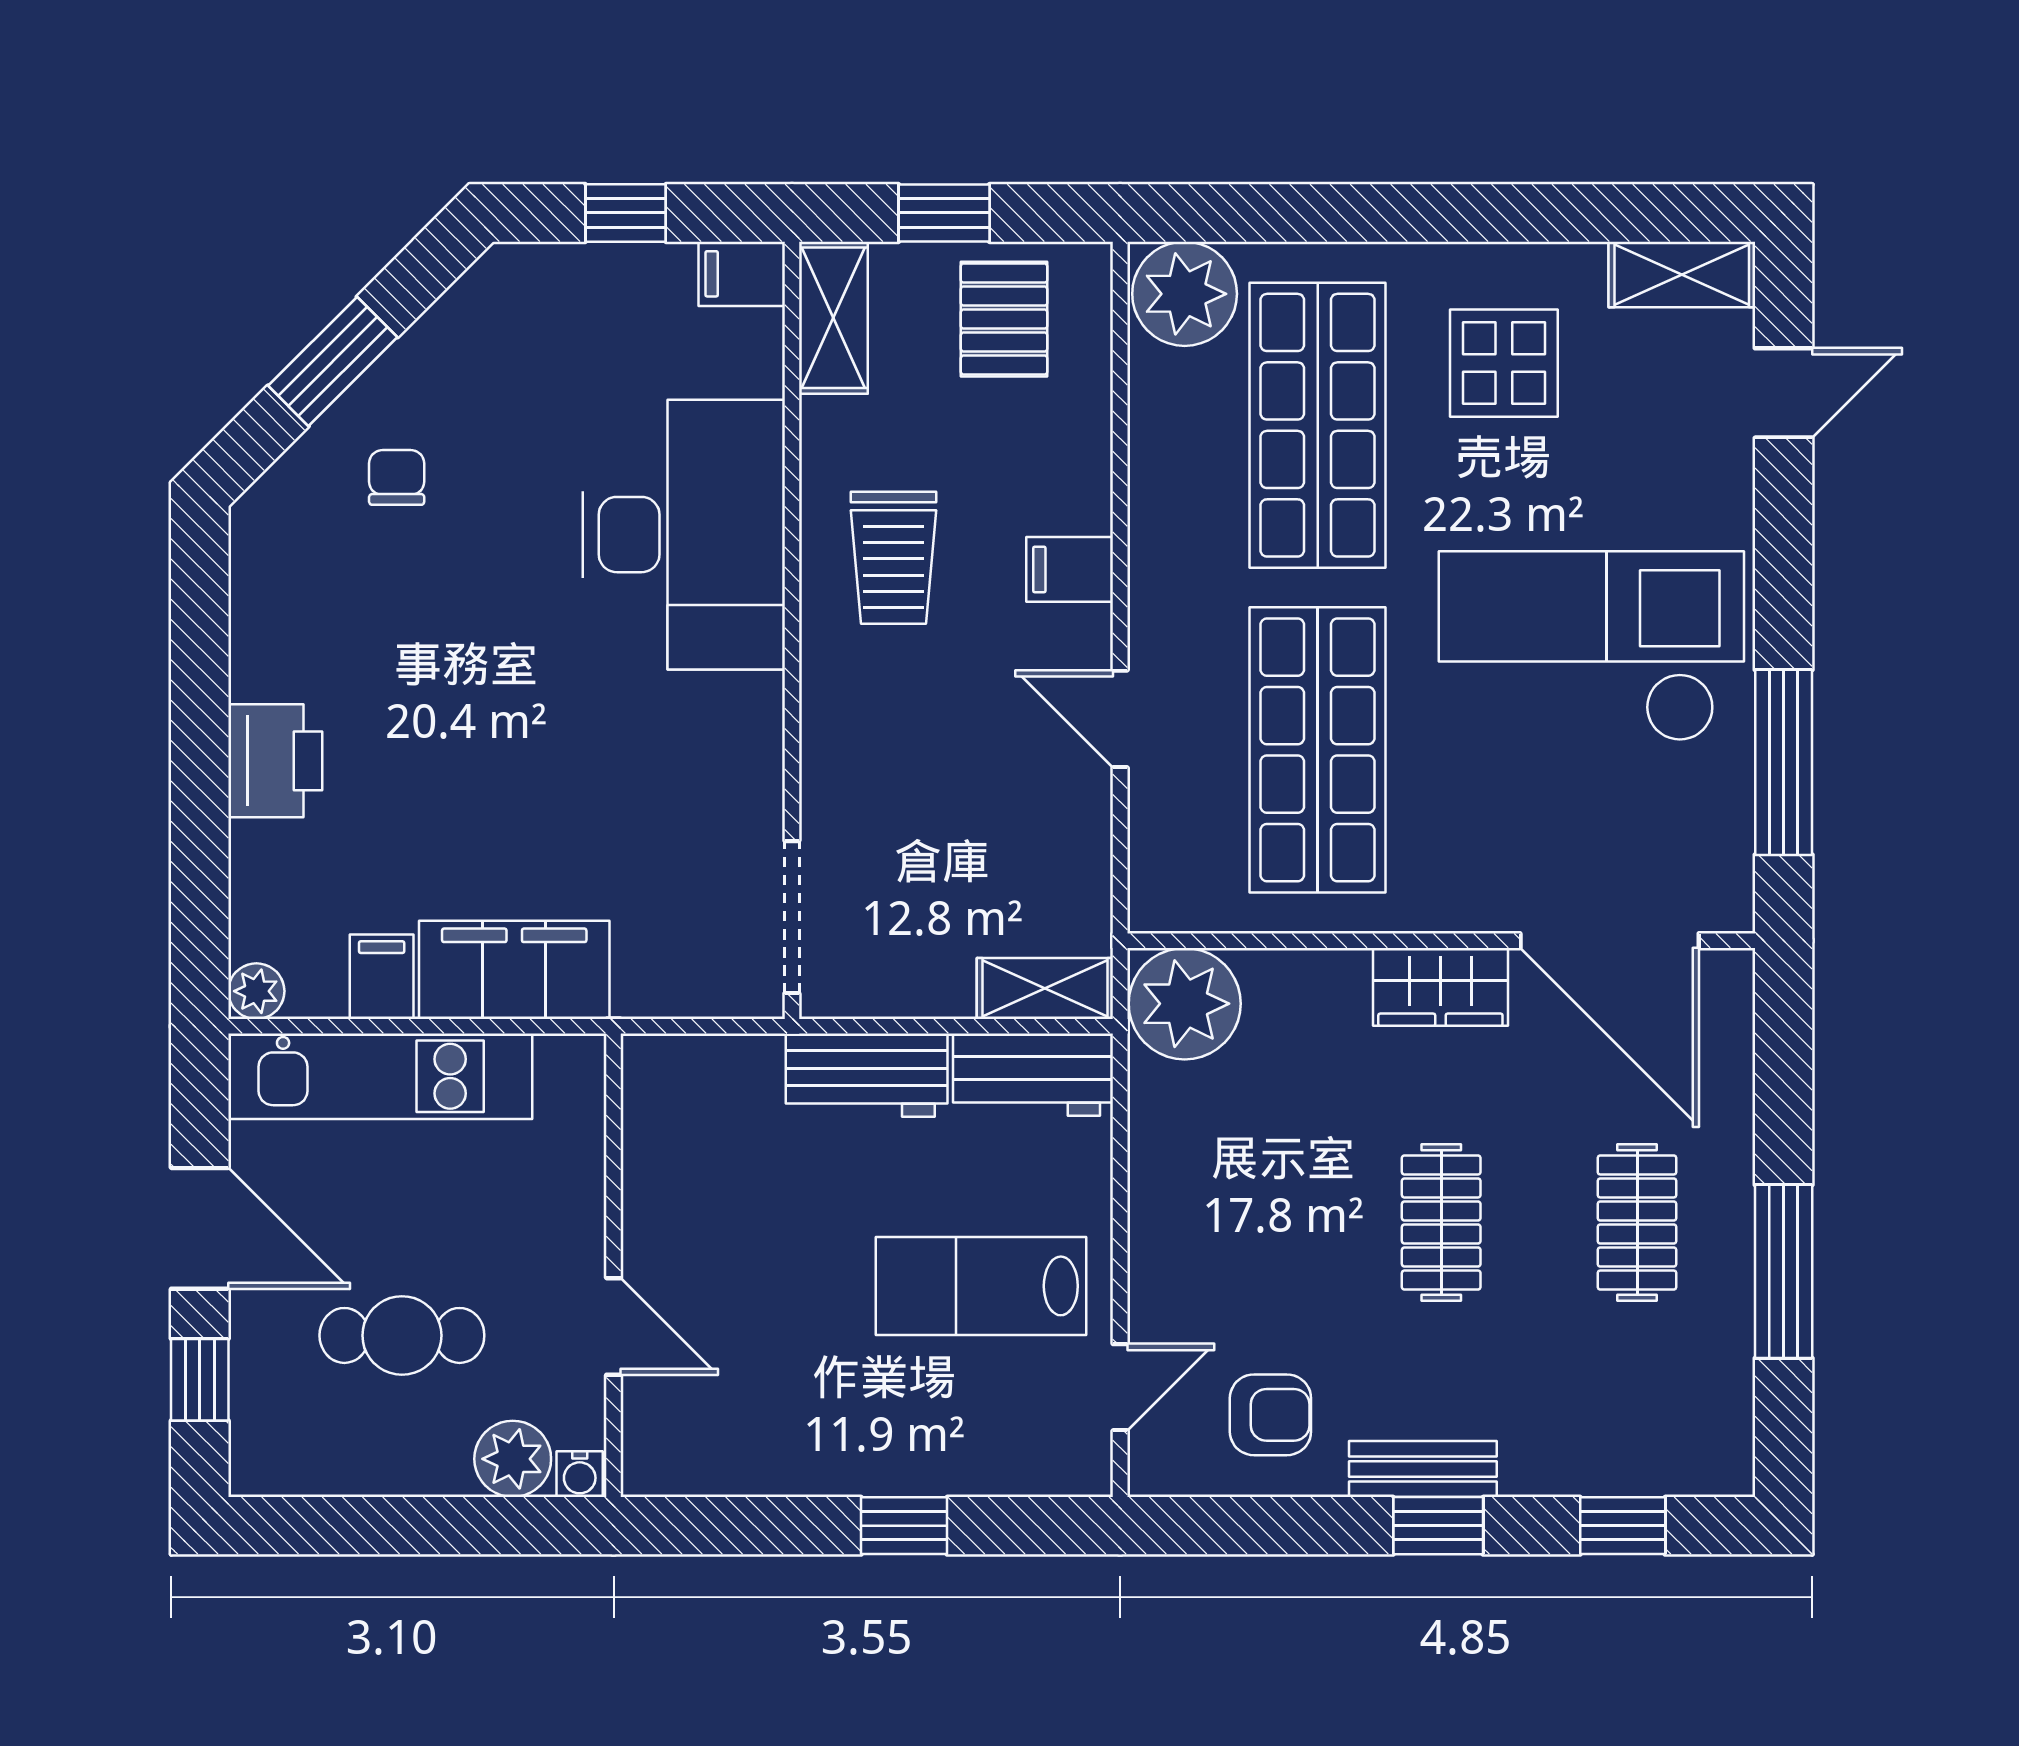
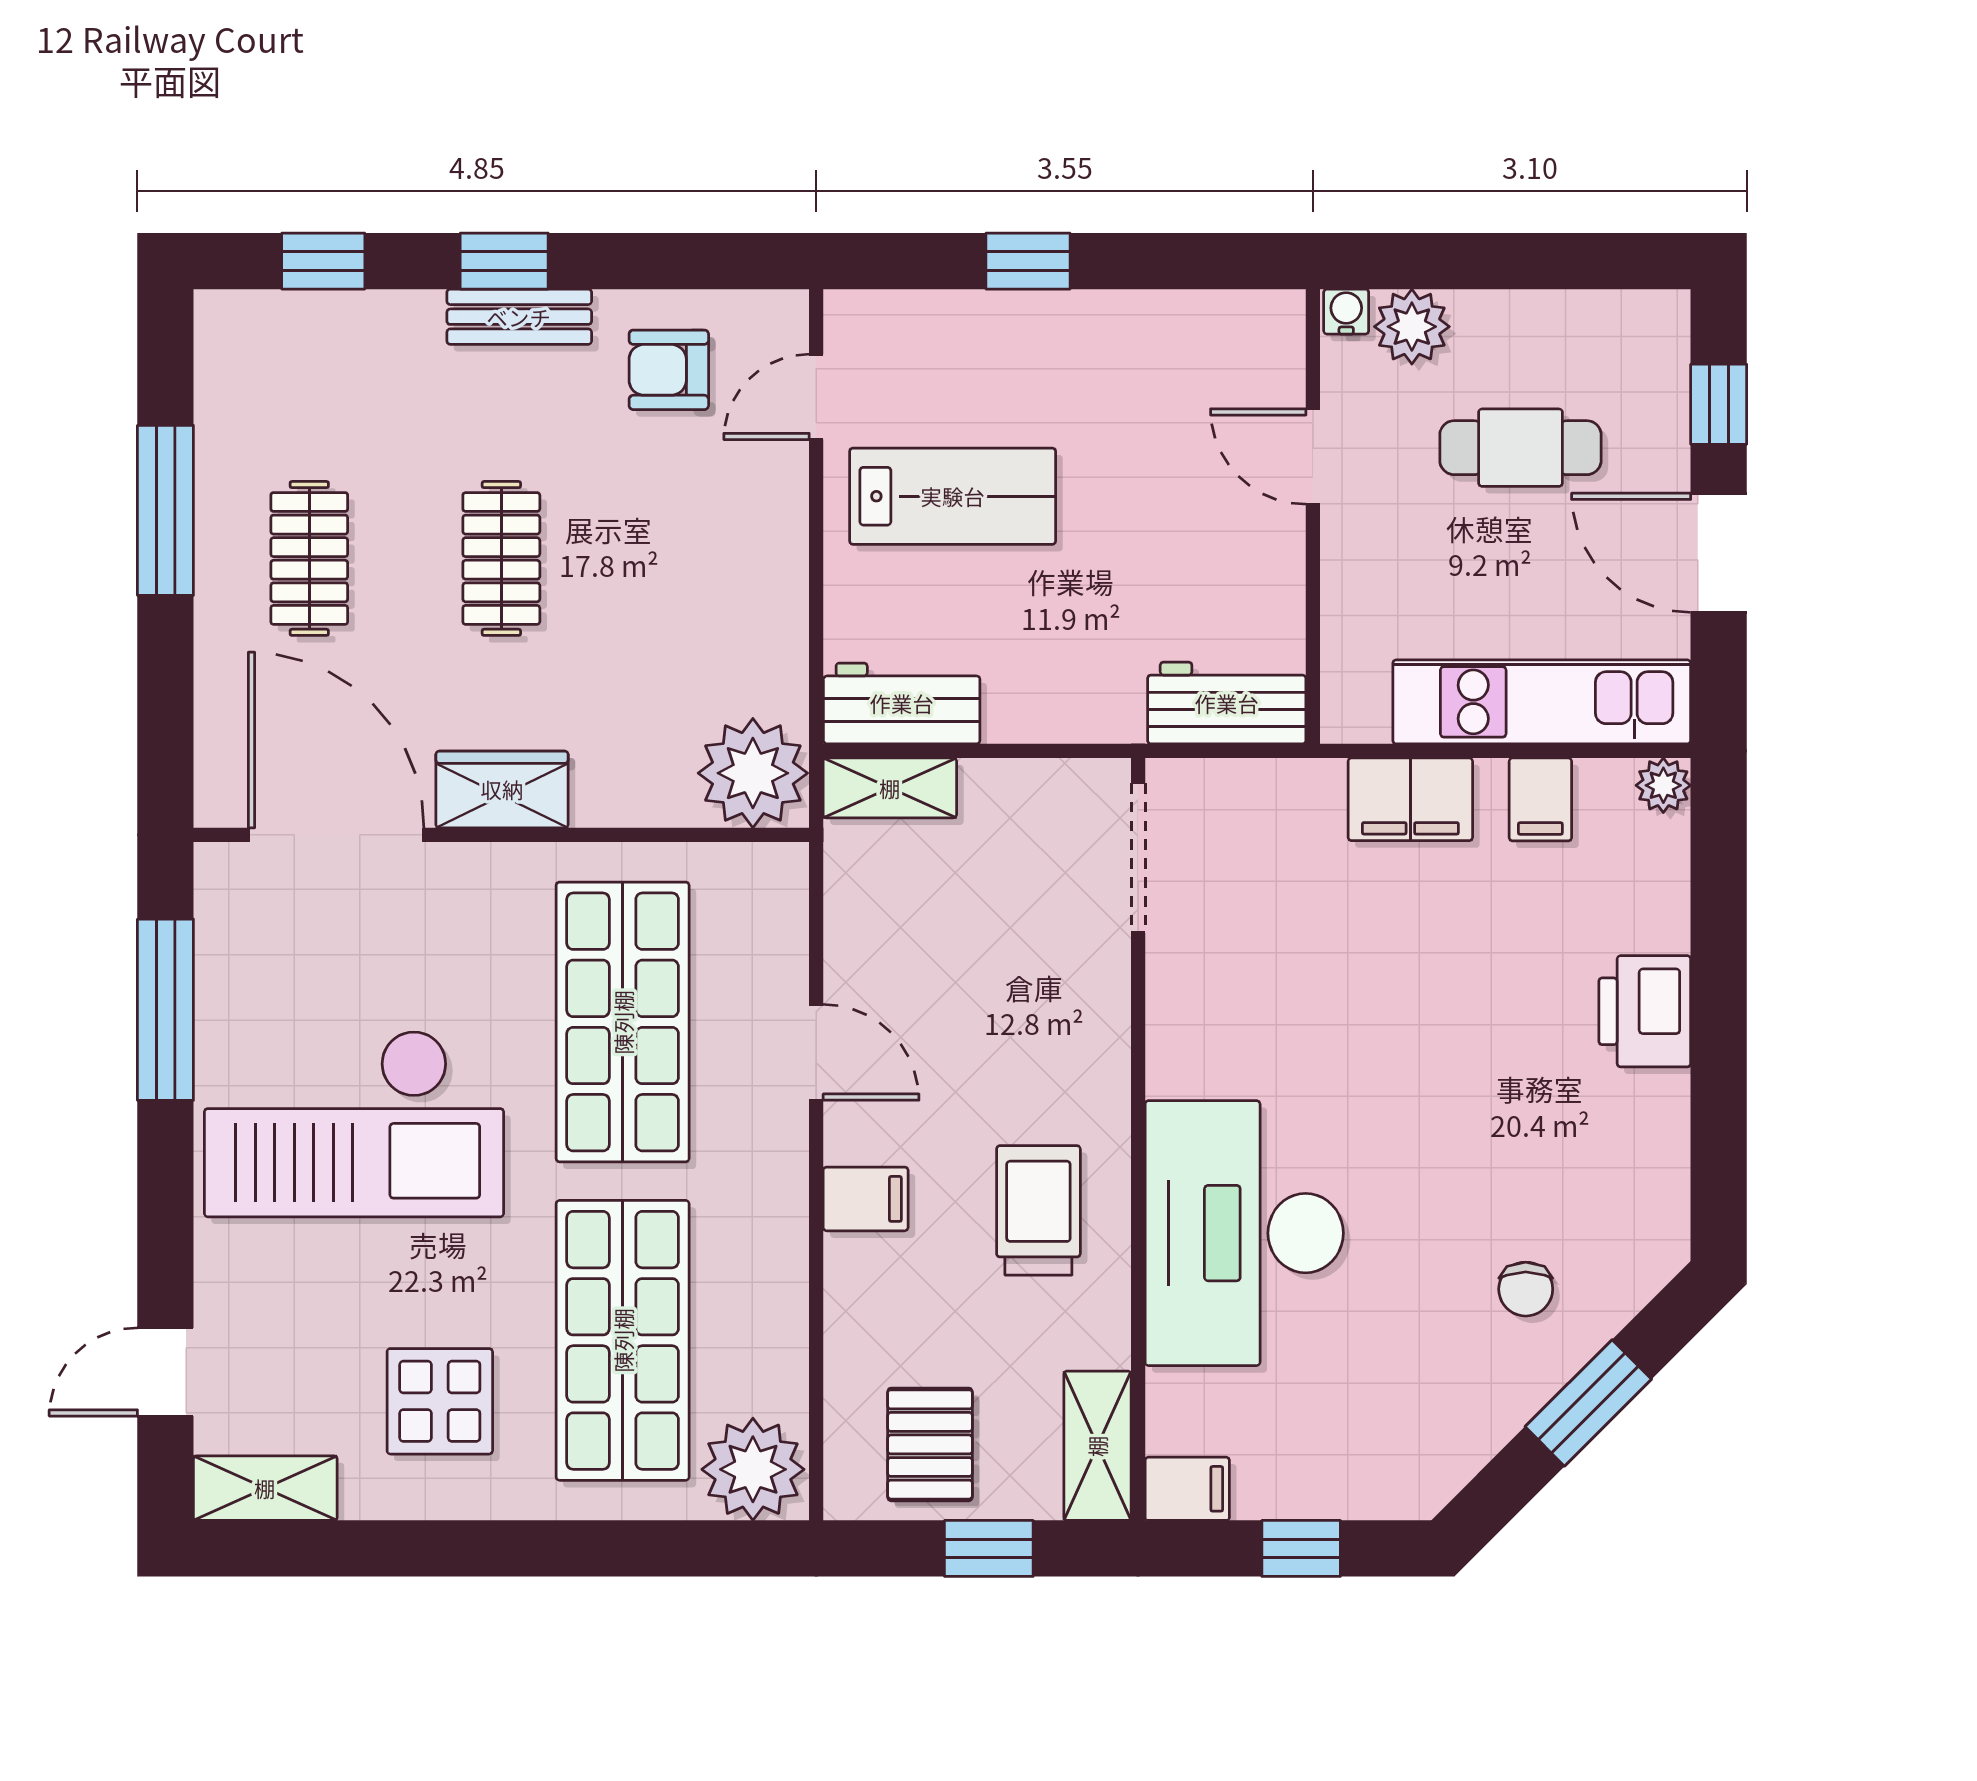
filing cabinet: (514, 970) -> (1410, 799), width x0.67, depth x0.86
workbench: (867, 1075) -> (1227, 703), moved

